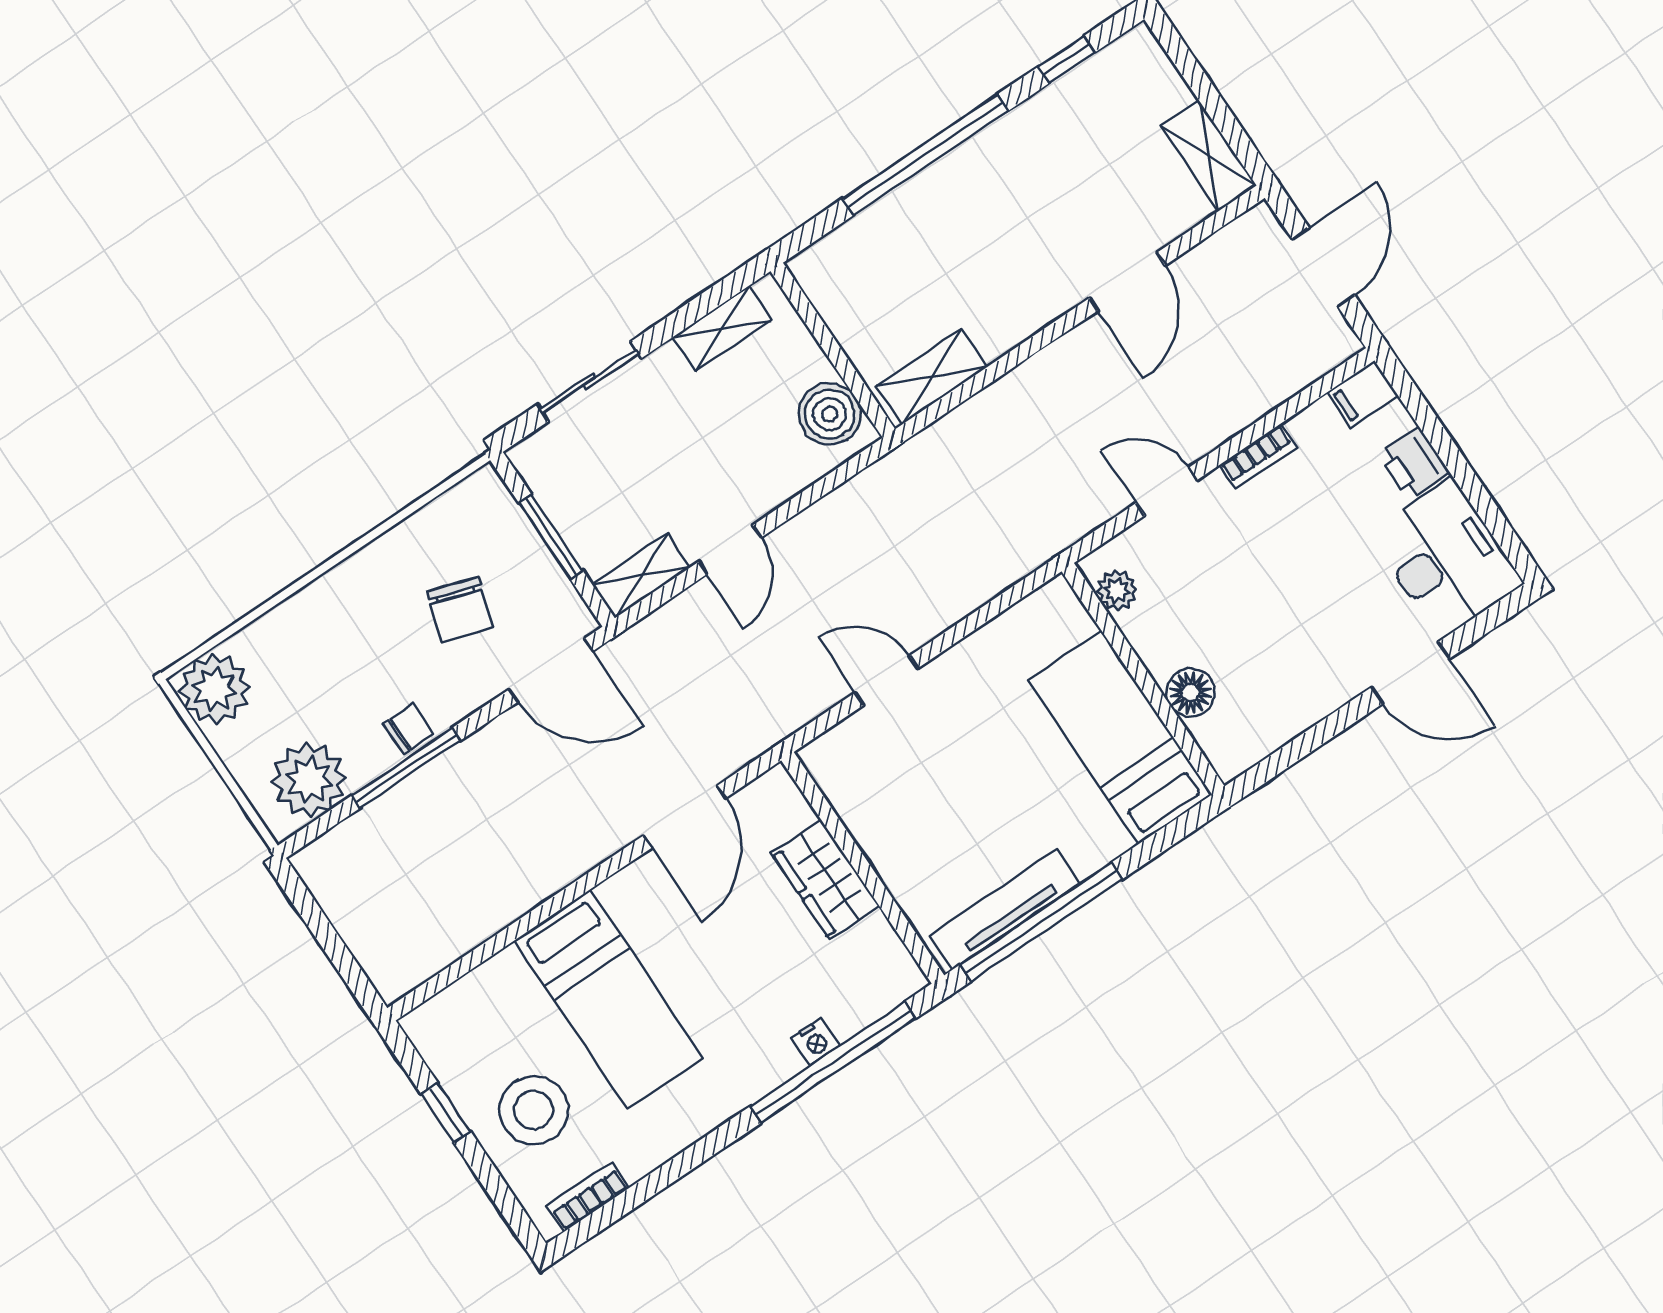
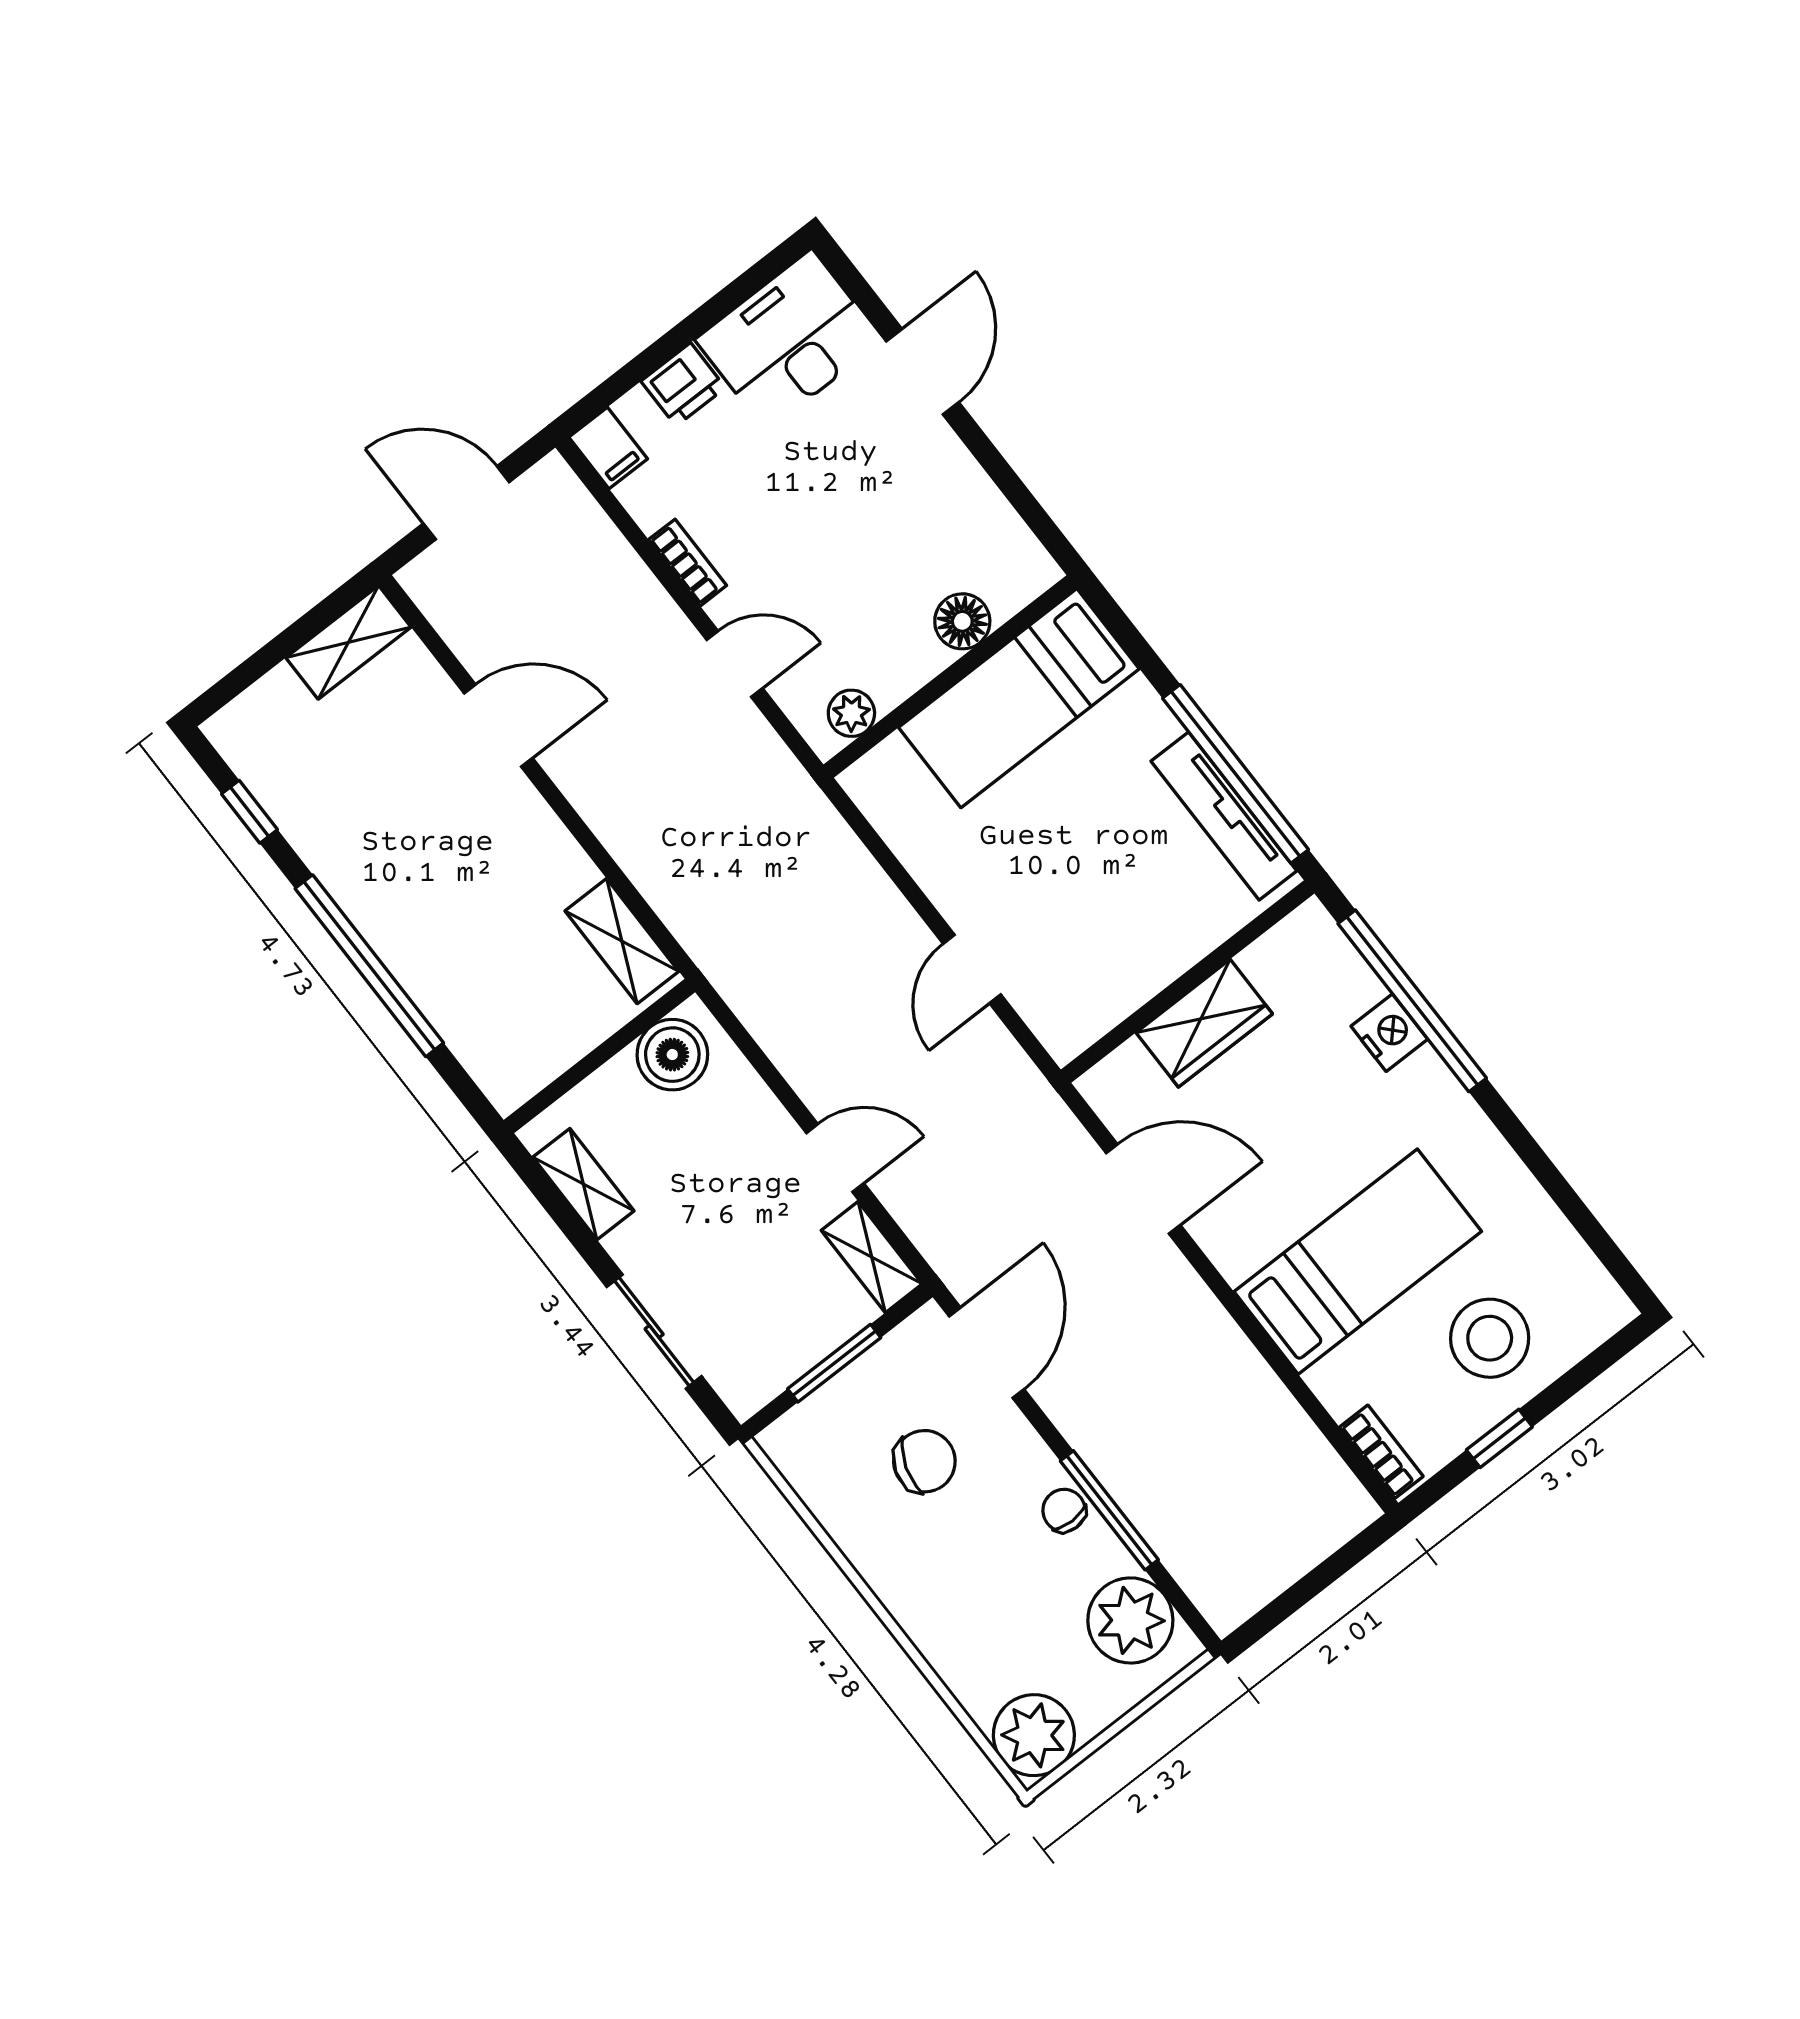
door: (1167, 491) -> (735, 664), swing flipped
nightstand: (815, 1042) -> (1389, 1033), width x1.39, depth x1.35
bookcase: (588, 1197) -> (1381, 1452), moved, turned 180

